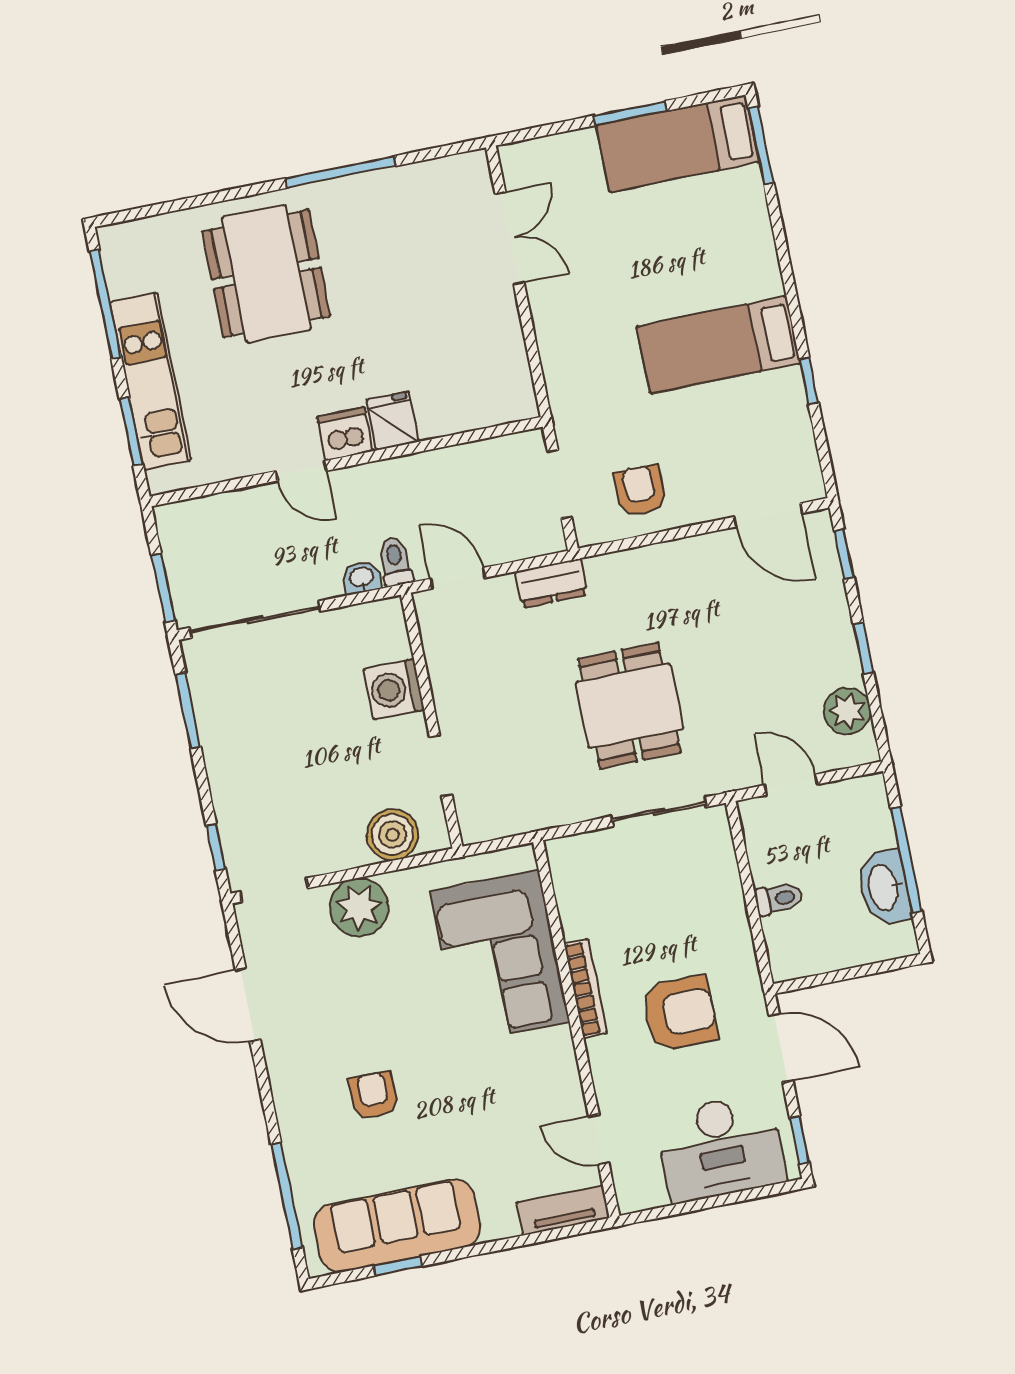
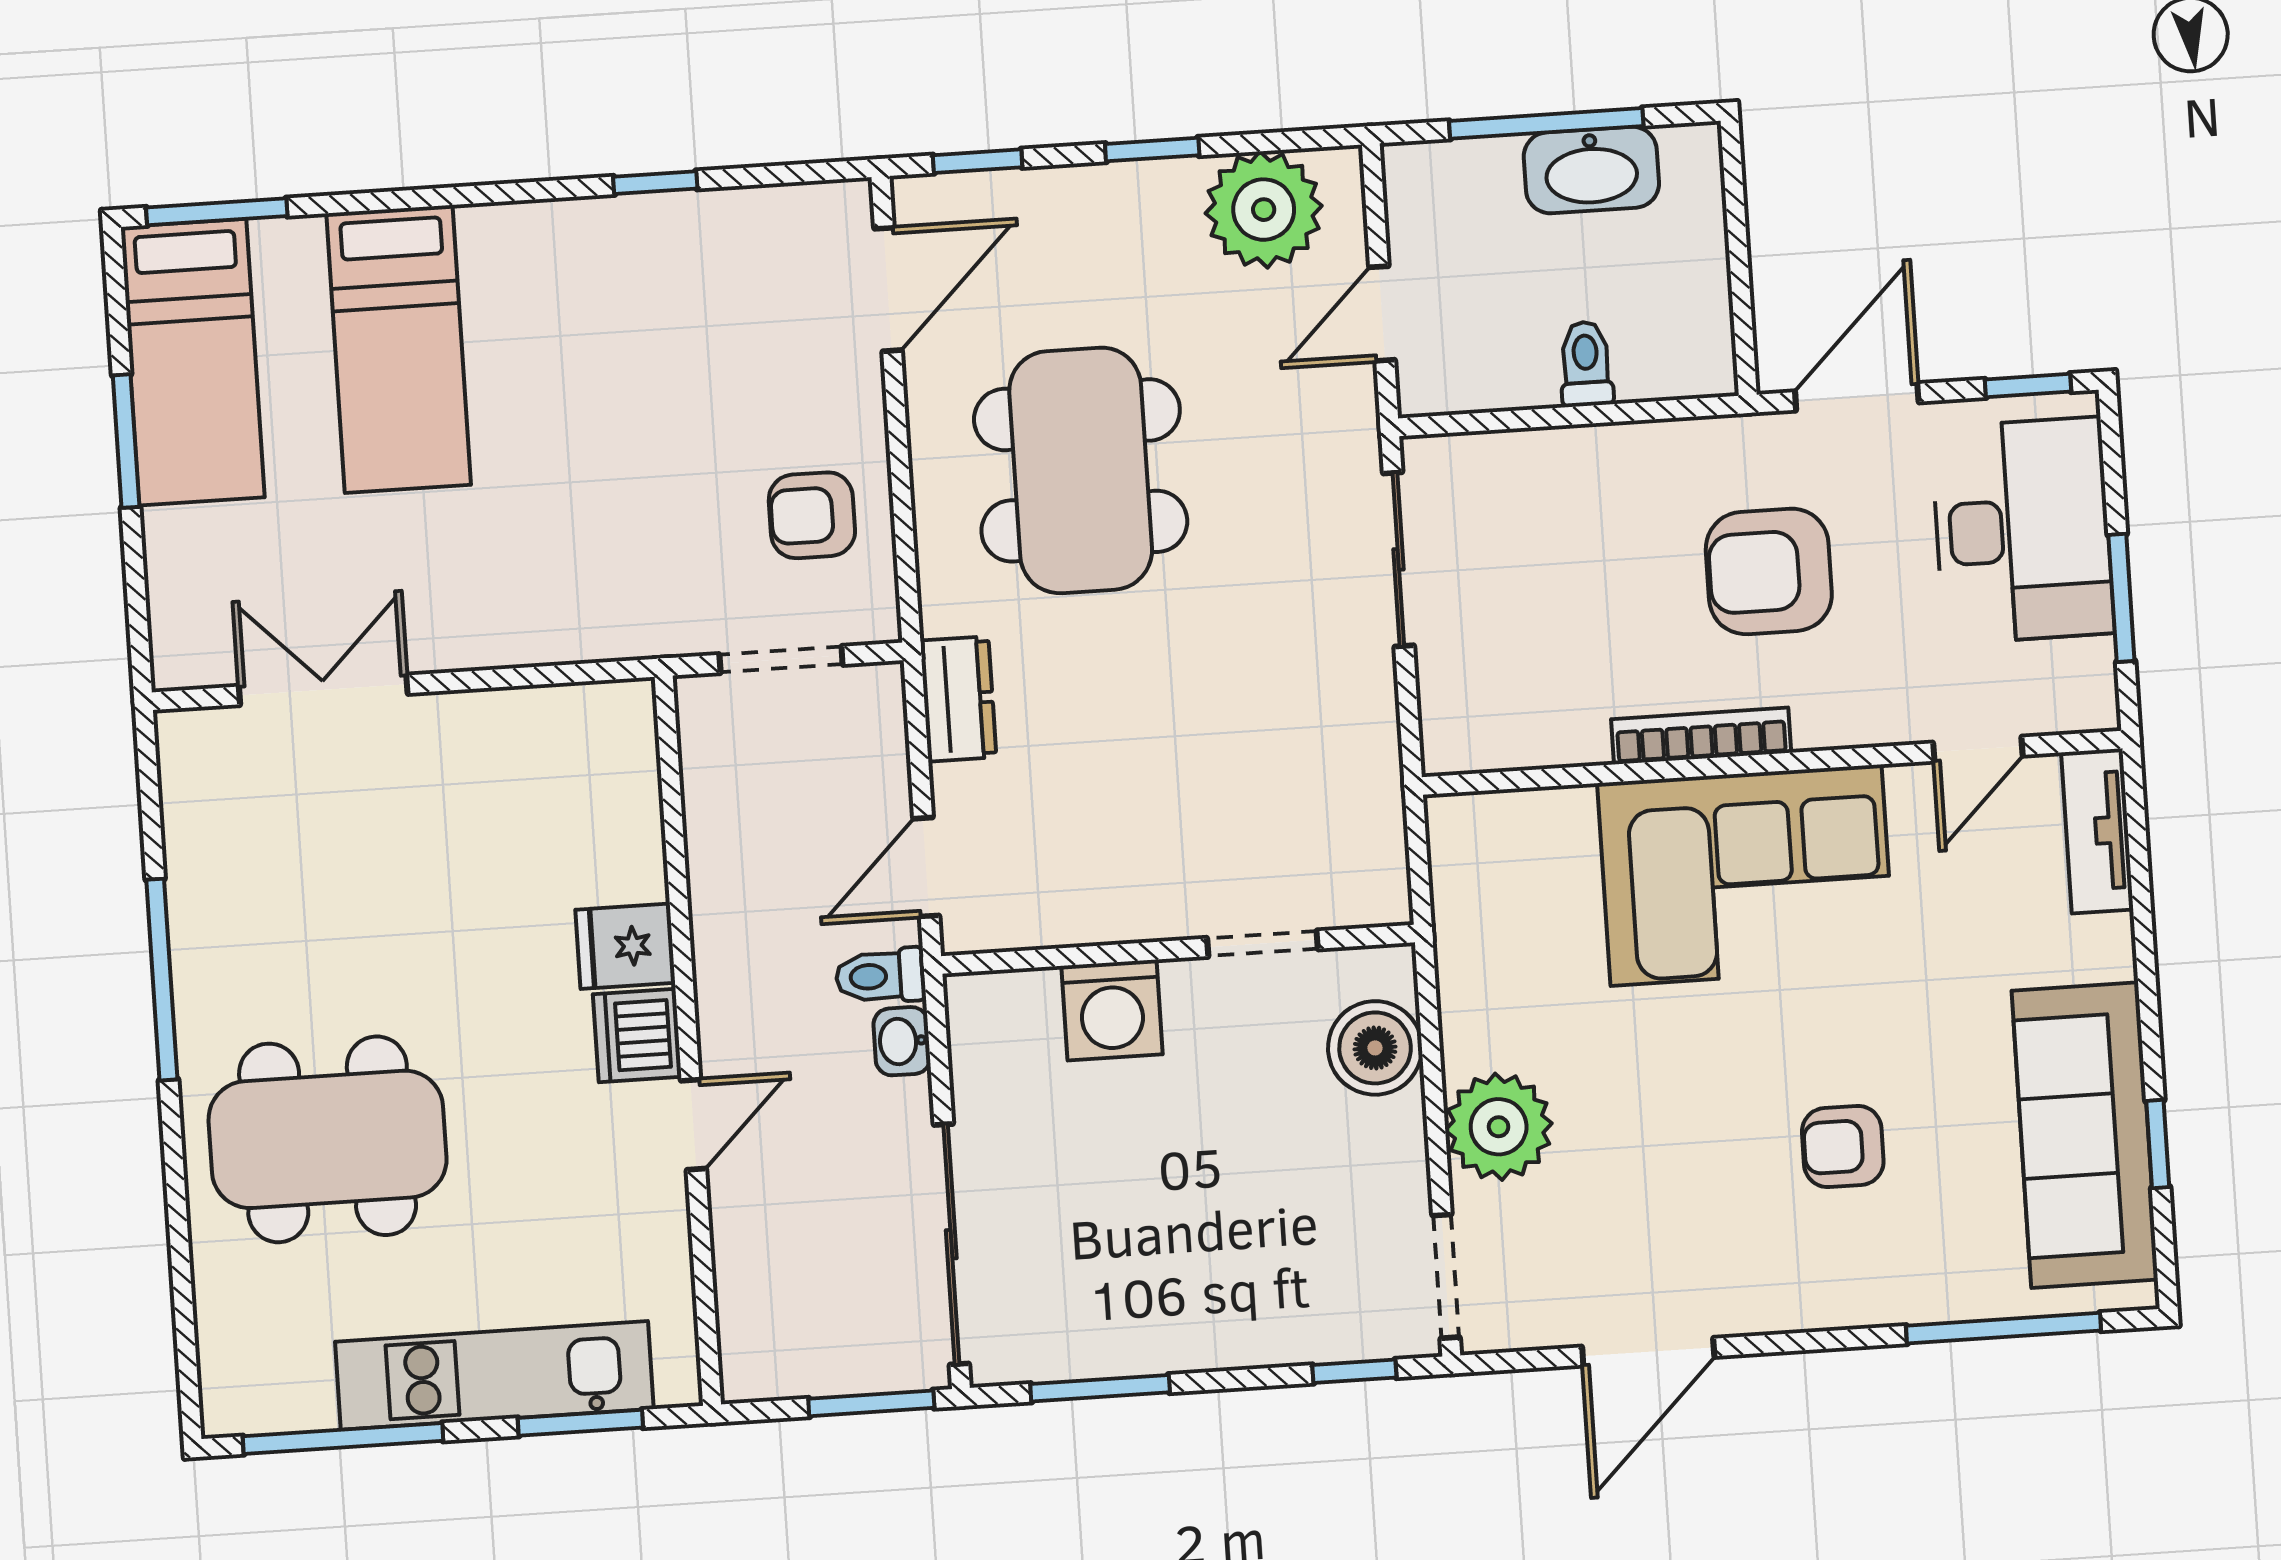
bed: (718, 345) -> (399, 349), moved
dining table: (629, 706) -> (1081, 470), moved, width x1.38
plant: (847, 711) -> (1264, 210), width x1.36, depth x1.36
corner sofa: (500, 957) -> (1746, 875), moved
armchair: (680, 1013) -> (1769, 571), turned -90
window: (691, 1206) -> (2121, 598), added

